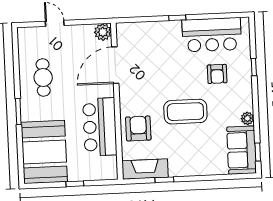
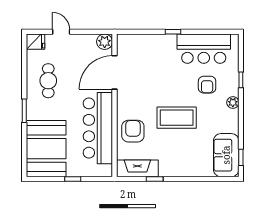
fridge: (27, 35) -> (36, 42), added
plant: (247, 118) -> (233, 103), moved
bar counter: (100, 127) -> (98, 128), width x1.36

